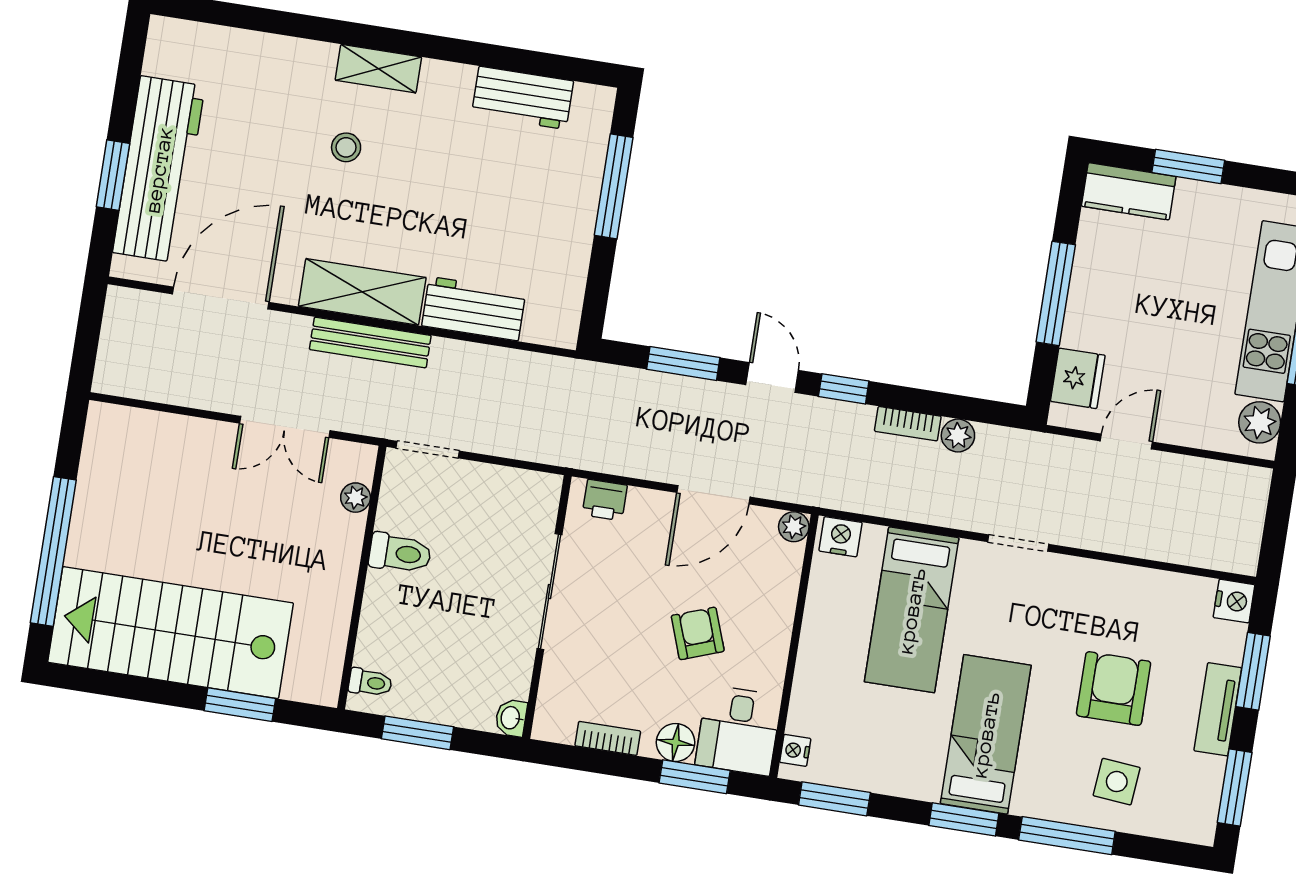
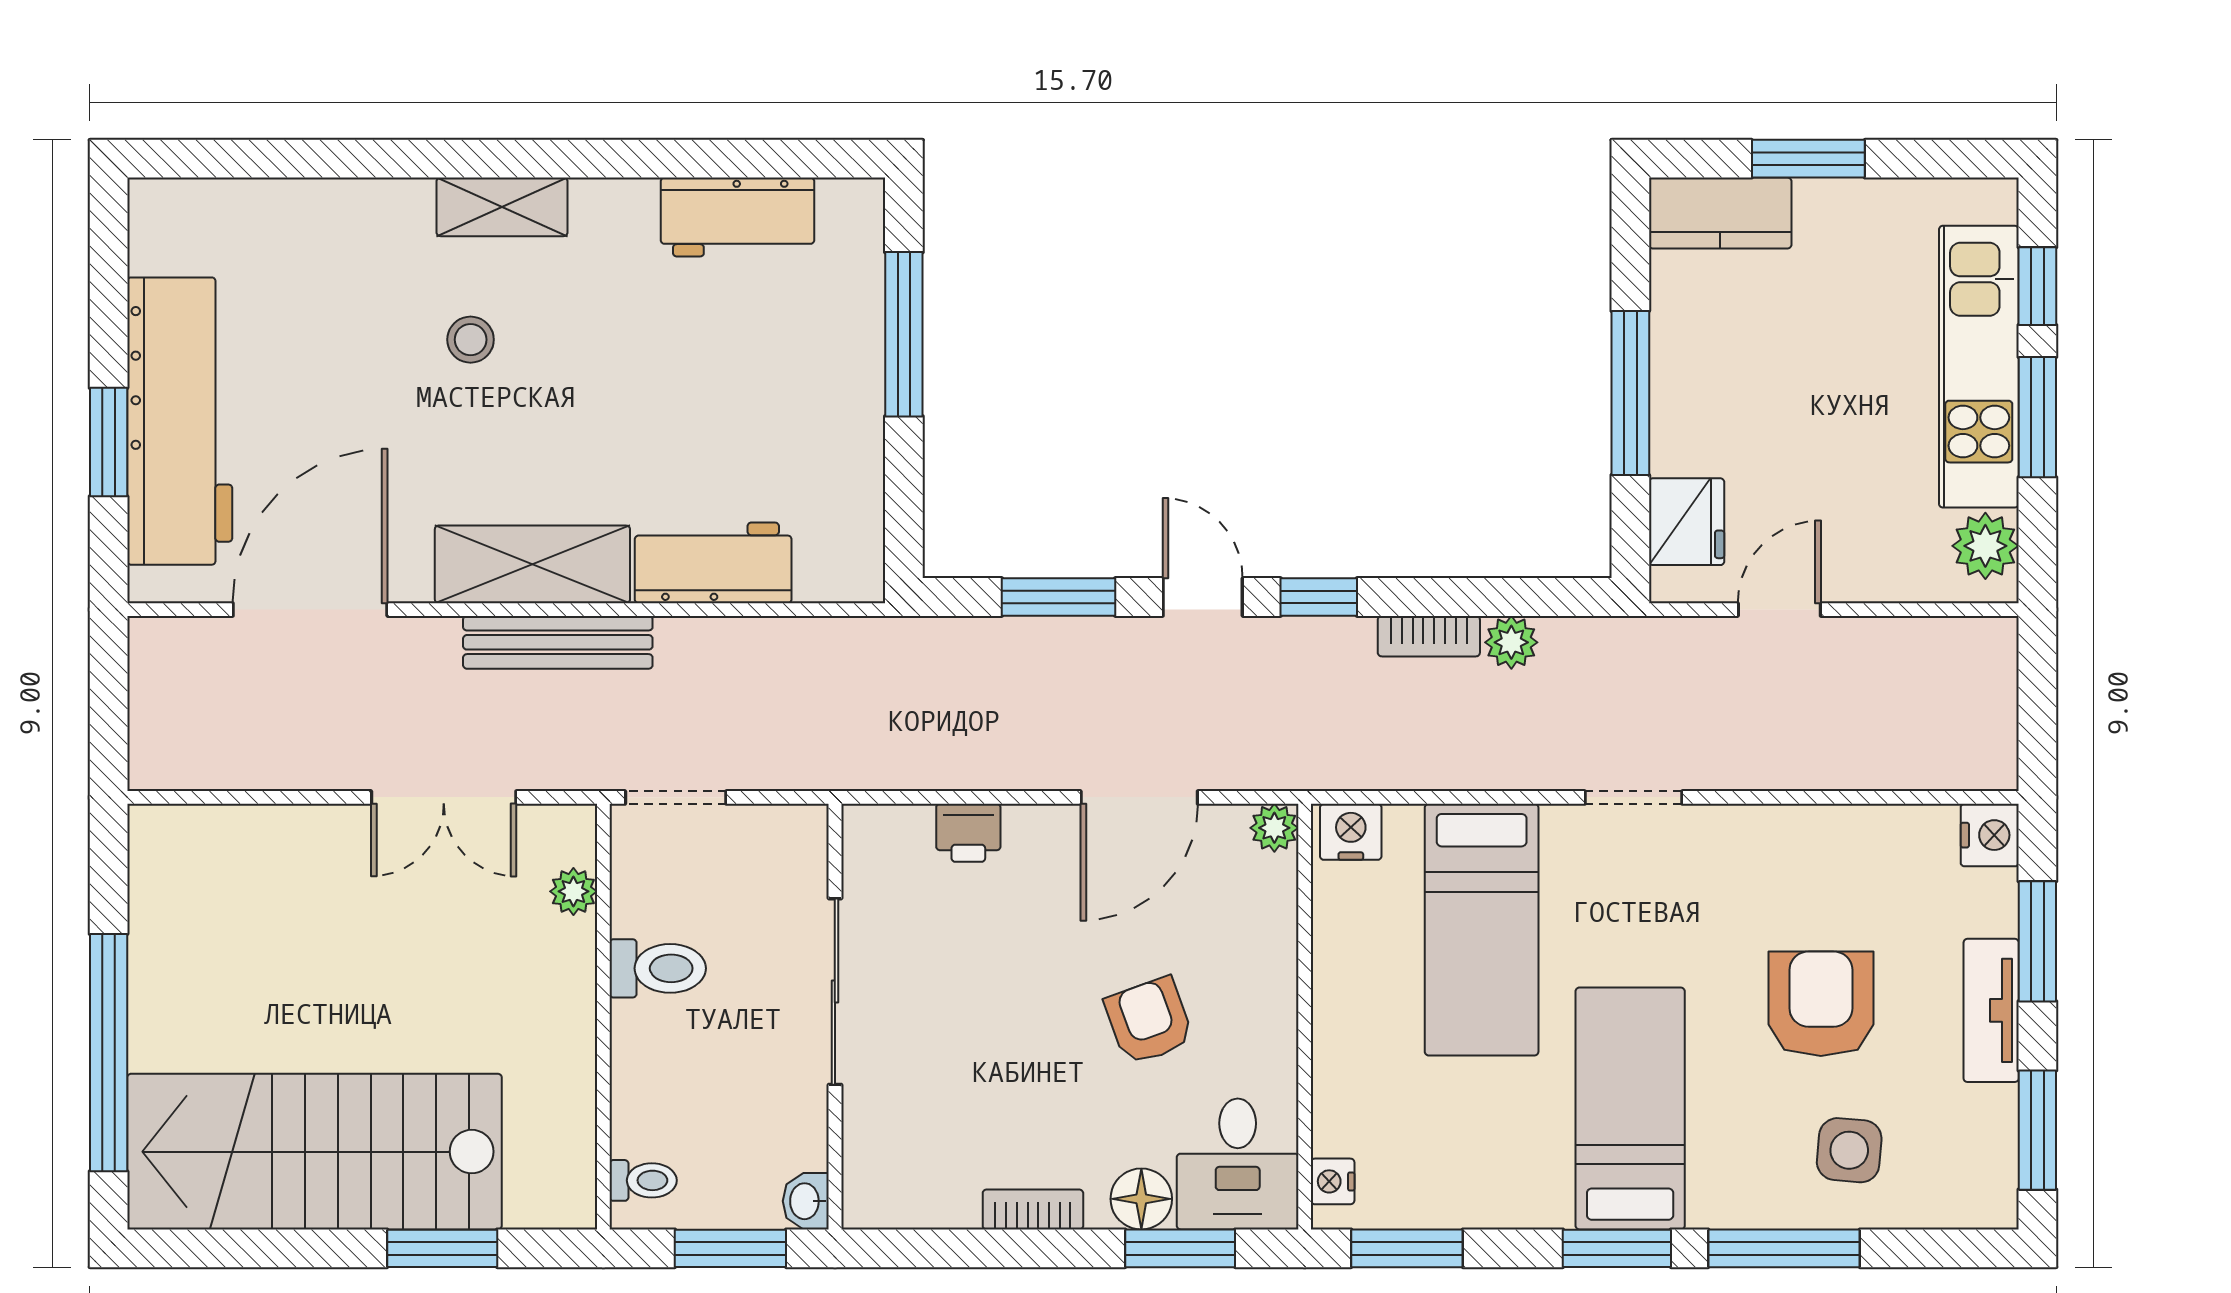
sliding door: (549, 592) -> (835, 992), moved
wall: (547, 607) -> (835, 1017), moved
washbasin: (511, 718) -> (806, 1201), moved

